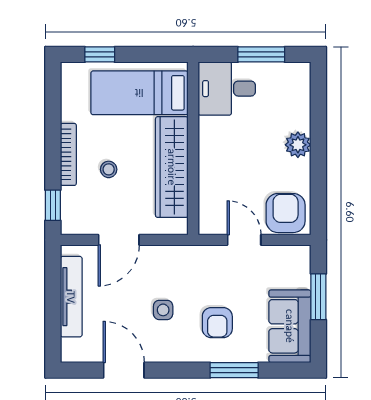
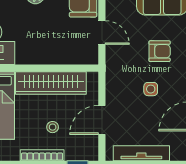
door: (119, 240) -> (102, 120), swing flipped
door: (244, 240) -> (102, 33), swing flipped

